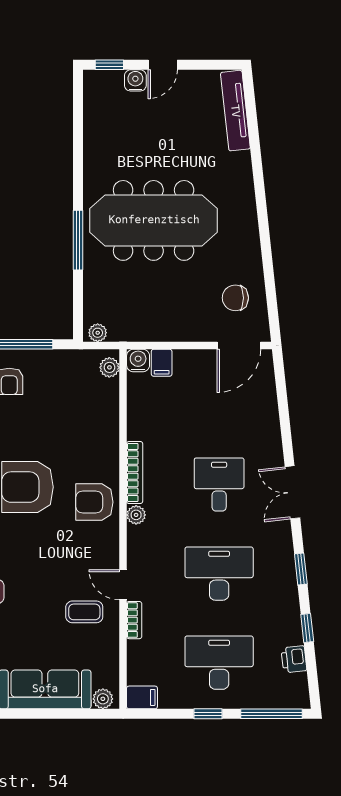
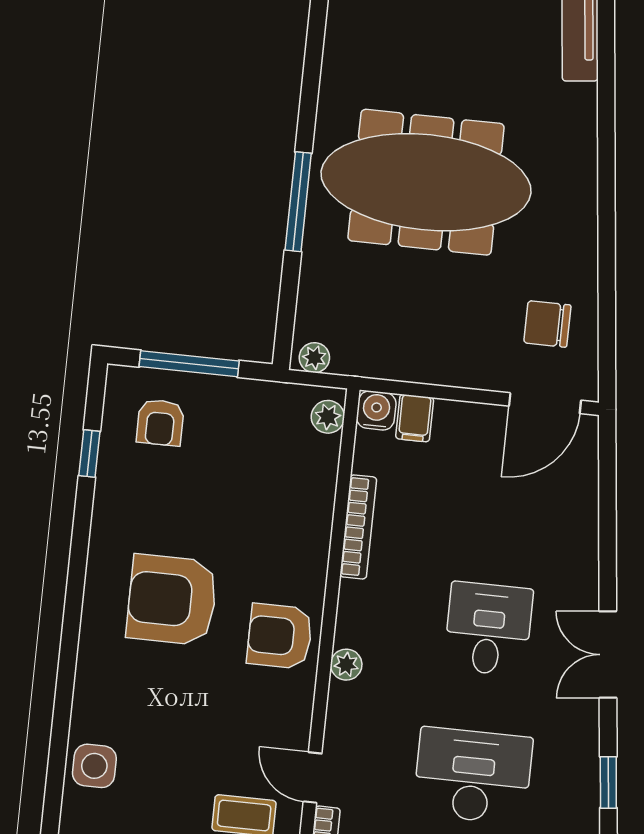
bookcase: (135, 472) -> (358, 527), moved

